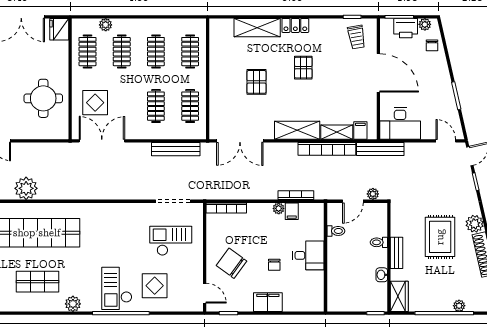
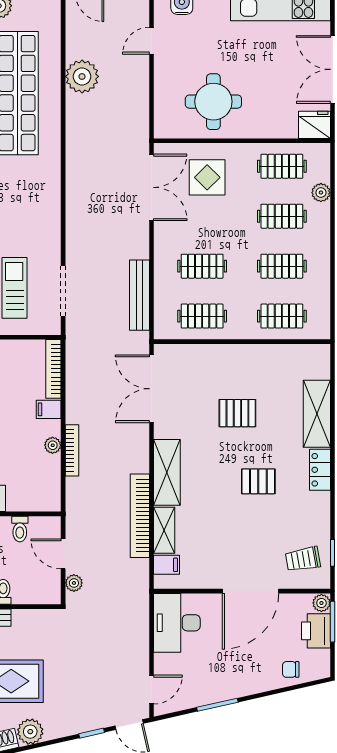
plant: (425, 24) -> (321, 603), moved
bench: (380, 149) -> (140, 594), removed
bookcase: (296, 195) -> (72, 450), moved
filing cabinet: (292, 211) -> (49, 409), moved

